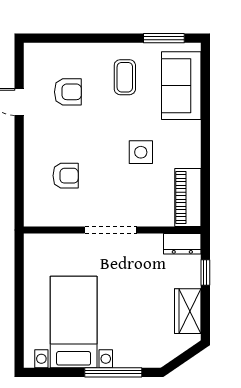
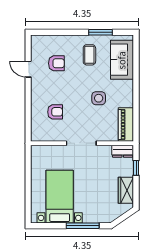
window: (164, 38) -> (100, 32), moved

